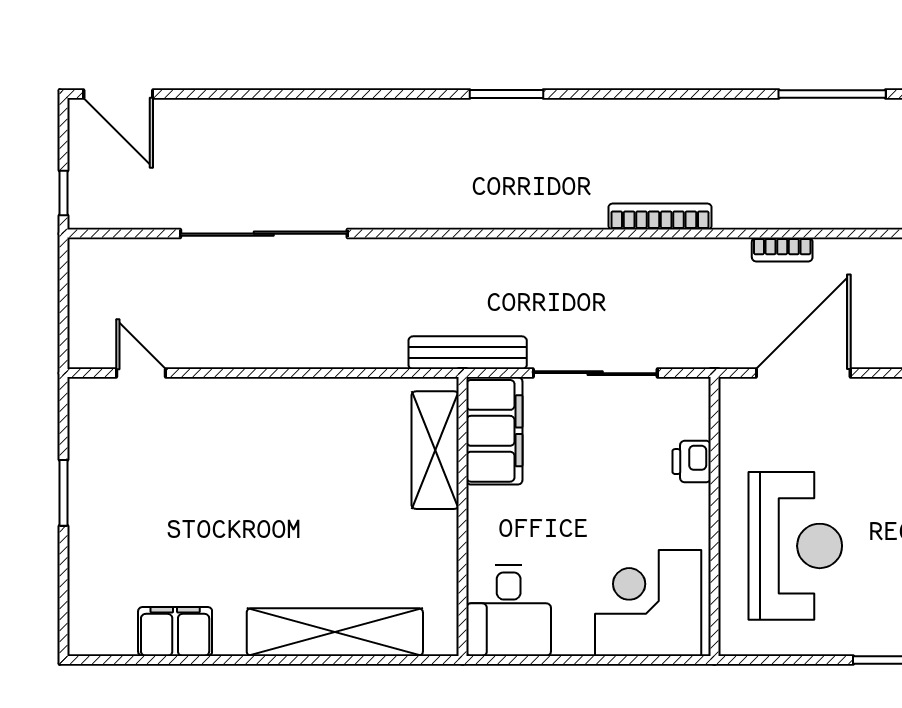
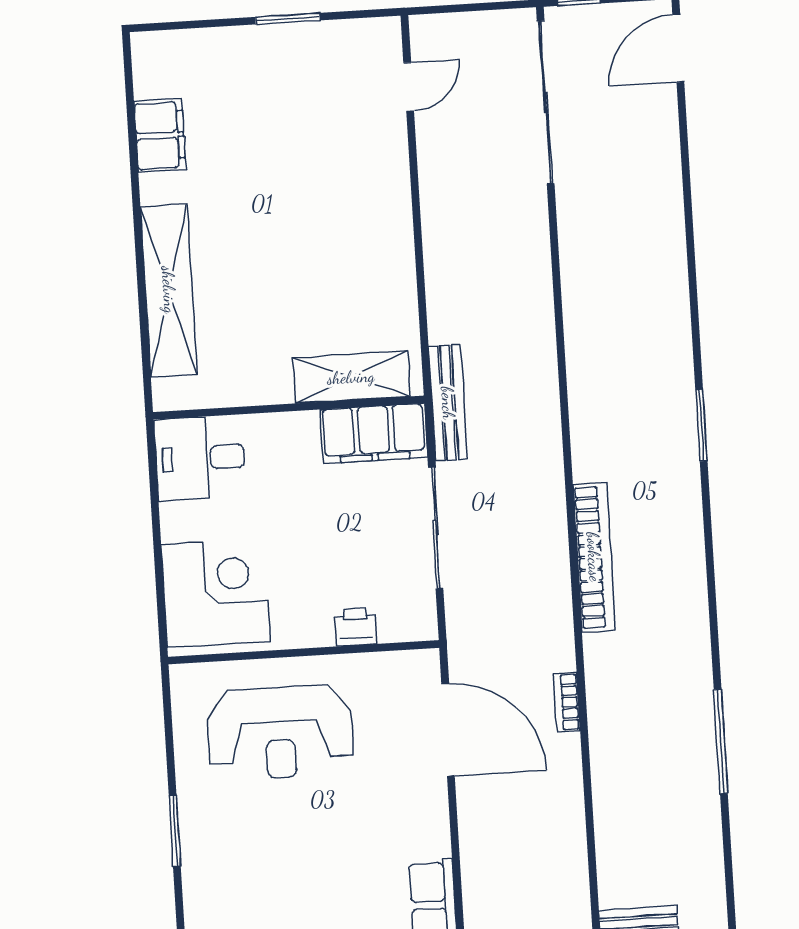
bookcase: (660, 217) -> (594, 557), width x1.48, depth x1.31
sliding door: (264, 234) -> (546, 102), moved

